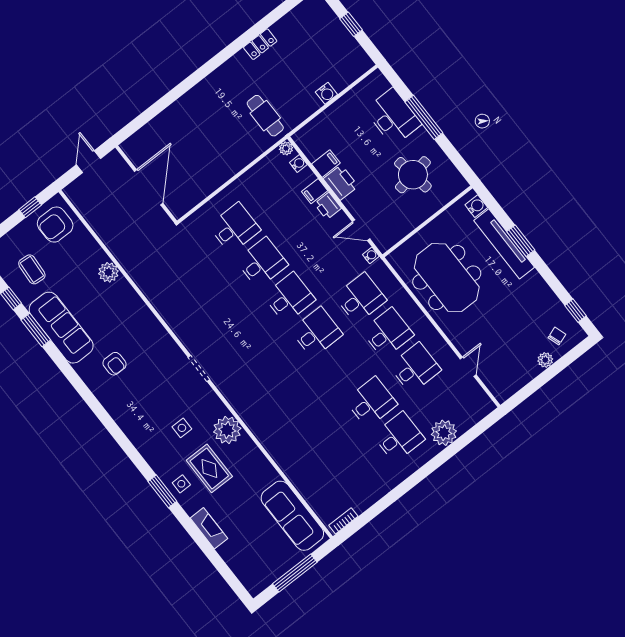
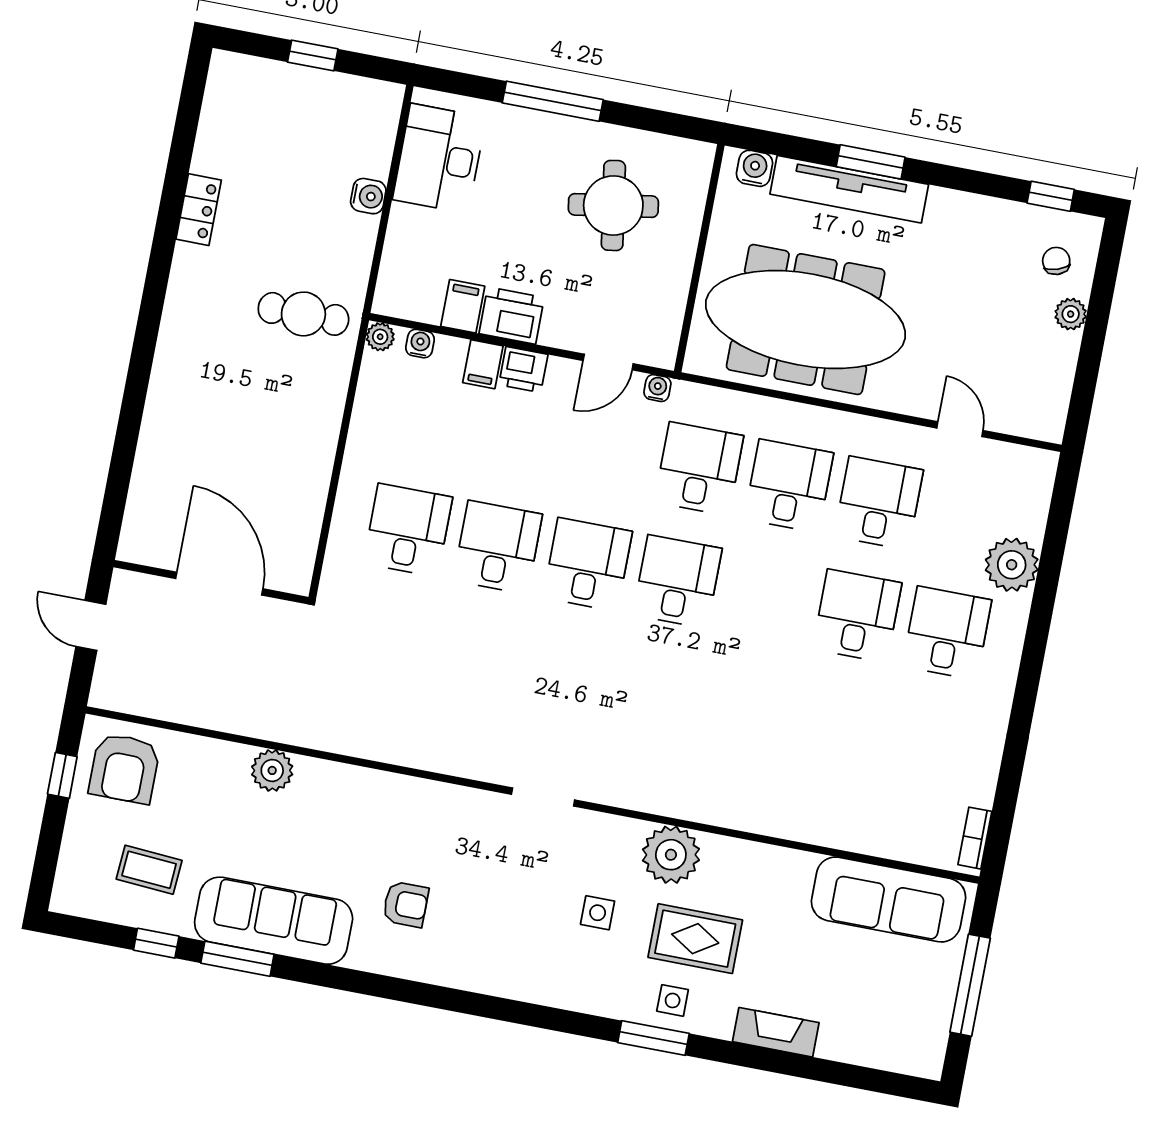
desk: (393, 117) -> (439, 158), moved, turned -90
meeting table: (447, 278) -> (806, 319), width x1.36

